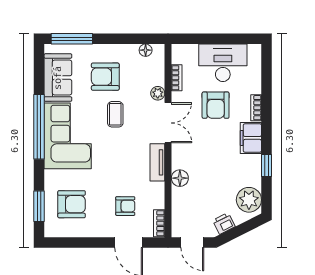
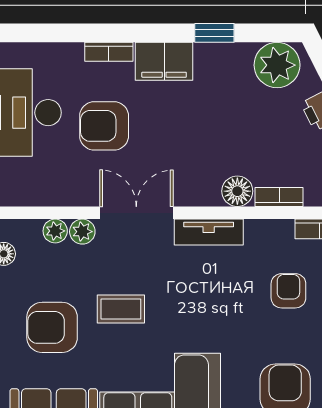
armchair: (105, 77) -> (52, 327), turned 90
plant: (158, 78) -> (55, 231), added
bookcase: (177, 78) -> (279, 197), moved
armchair: (216, 105) -> (104, 126), turned 180

